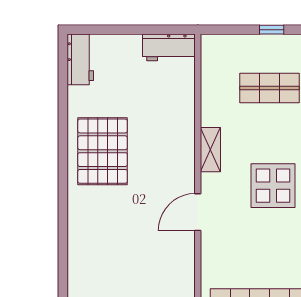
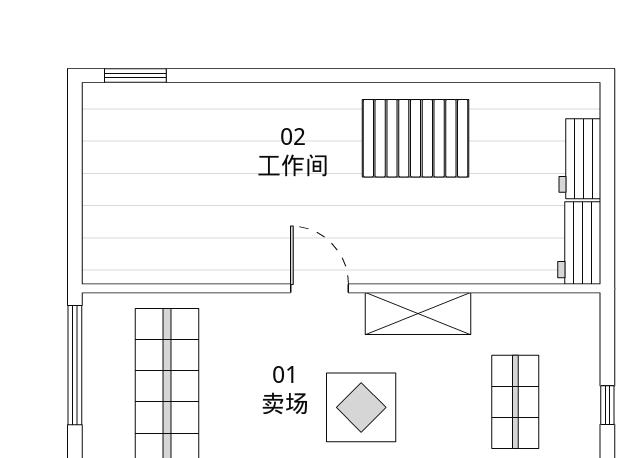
workbench: (80, 59) -> (580, 159), moved, turned 90
shelving: (210, 150) -> (418, 314), width x1.50, depth x1.33

